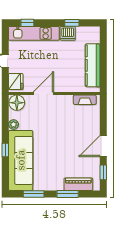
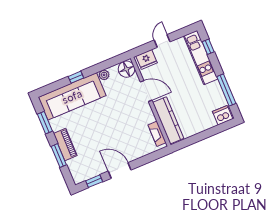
window: (72, 23) -> (226, 90), width x2.17
dishwasher: (68, 33) -> (223, 115), moved, turned 90
kitchen counter: (93, 65) -> (168, 120), moved, turned 90
piano: (78, 184) -> (65, 144), moved

